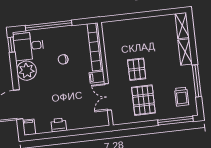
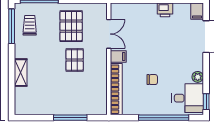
window: (135, 16) -> (70, 118), added
shelving: (182, 26) -> (20, 101), removed
plant: (27, 71) -> (198, 77), width x0.53, depth x0.53
window: (197, 81) -> (12, 26), moved

